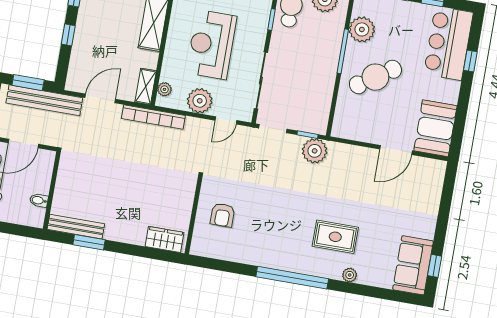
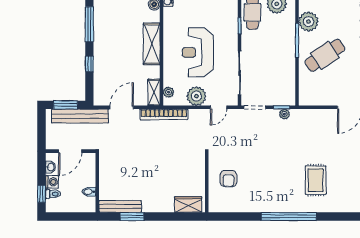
plant: (315, 151) -> (284, 114), width x0.53, depth x0.53
rug: (335, 237) -> (316, 180), turned 90
plant: (350, 275) -> (331, 207), removed

